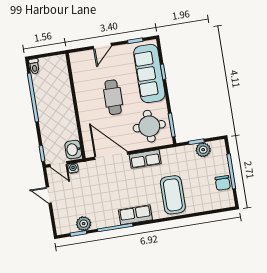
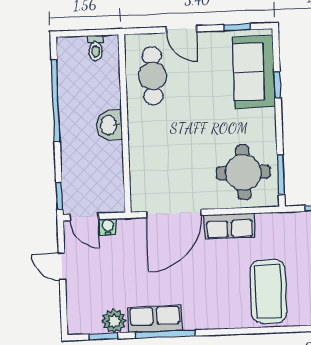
door: (102, 46) -> (181, 29), hinge flipped
toilet: (34, 66) -> (96, 48), moved
sofa: (149, 73) -> (254, 72), width x0.73
cafe table: (113, 97) -> (153, 76), moved
washbasin: (73, 150) -> (109, 125), moved
door: (111, 156) -> (174, 213), swing flipped
row of seats: (135, 215) -> (155, 319), moved

